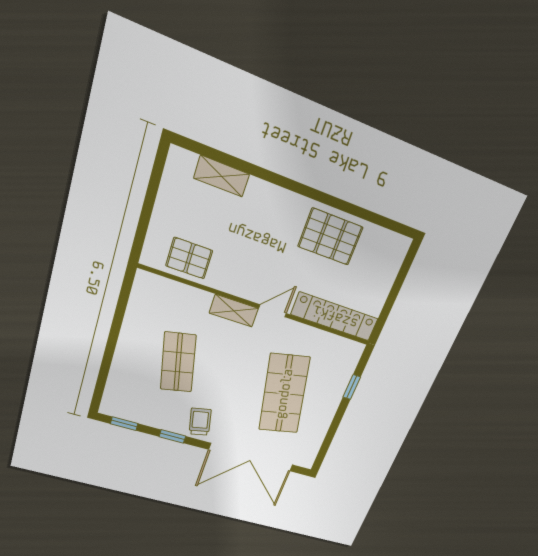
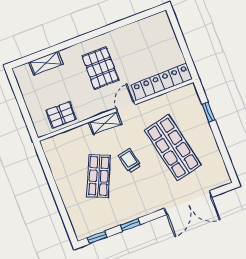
pallet: (330, 237) -> (100, 68), moved, turned 90
shop shelf: (178, 362) -> (99, 176), turned 36
trolley: (200, 422) -> (130, 161), moved
double door: (251, 457) -> (188, 203), width x0.73

